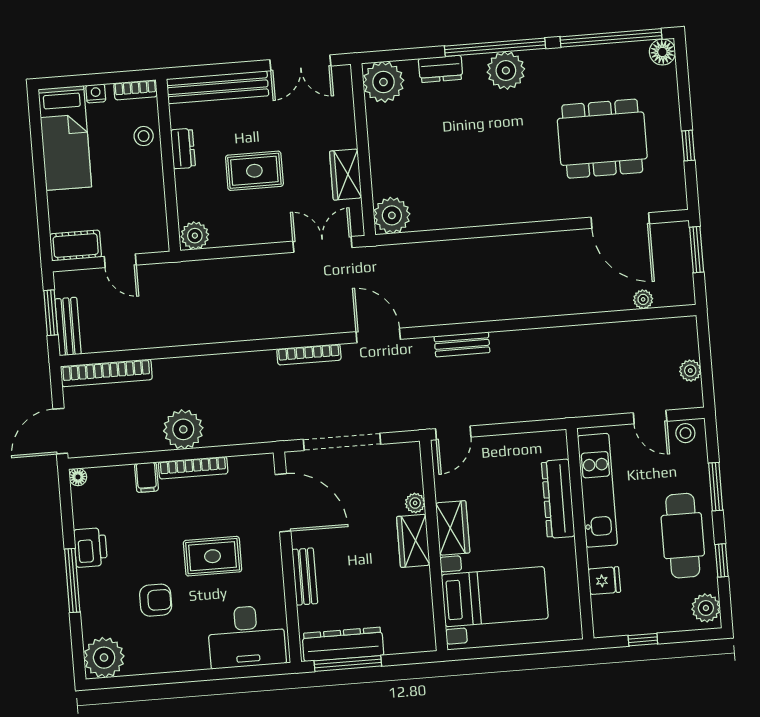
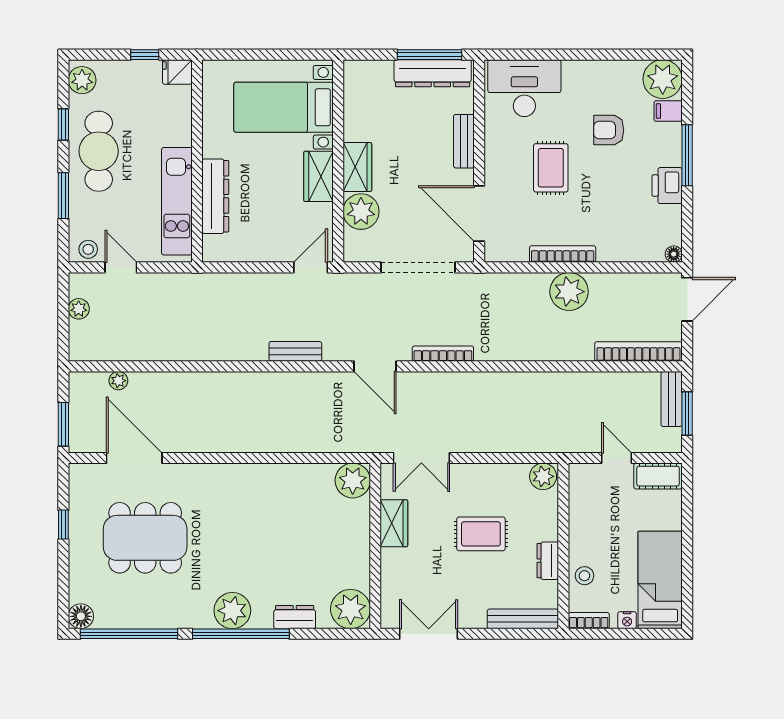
bench: (218, 87) -> (523, 619), width x0.73, depth x0.82
filing cabinet: (146, 477) -> (668, 111), moved, turned -90
plant: (415, 503) -> (361, 212), width x1.88, depth x1.88
rug: (213, 556) -> (551, 168), turned 90
fridge: (604, 581) -> (177, 72), moved

